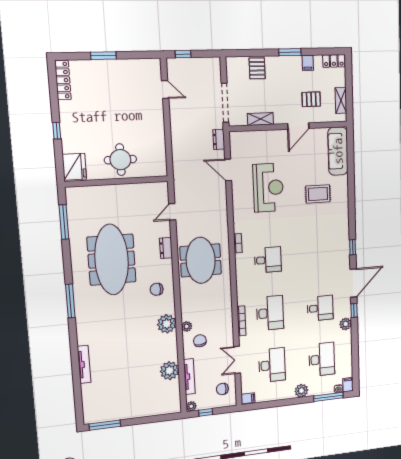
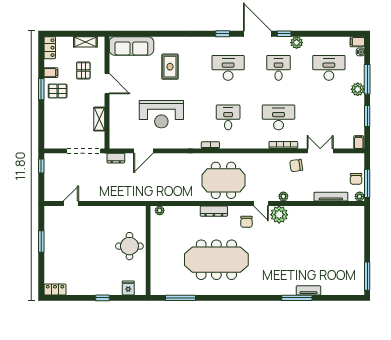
window: (183, 54) -> (41, 166), moved
window: (103, 56) -> (41, 242), moved
pallet: (257, 68) -> (58, 91), moved
locker: (63, 80) -> (55, 289), width x0.66
fridge: (74, 167) -> (128, 288), width x0.53, depth x0.75
reception desk: (268, 188) -> (161, 114), turned 180
door: (172, 212) -> (261, 204), moved
dresser: (166, 248) -> (214, 211), width x1.44
window: (70, 301) -> (297, 298), moved
chair: (200, 341) -> (296, 165), moved
double door: (237, 360) -> (320, 151), swing flipped
tv unit: (84, 364) -> (309, 290), width x0.71
desk: (272, 365) -> (228, 68), moved
plant: (170, 371) -> (160, 210), moved, width x0.53, depth x0.53
chair: (222, 389) -> (356, 179), moved
window: (328, 397) -> (367, 79), moved
window: (275, 404) -> (367, 116), added
window: (206, 412) -> (367, 183), width x2.17

